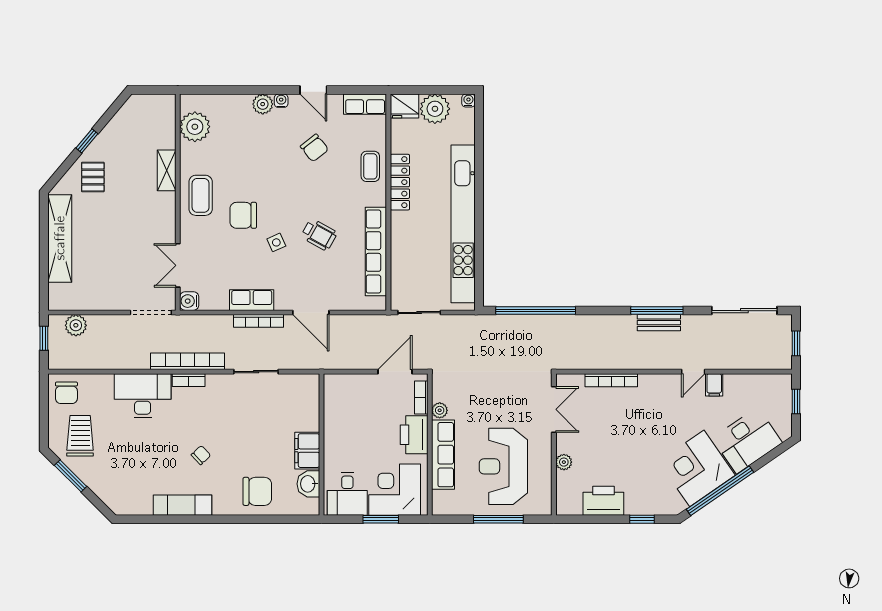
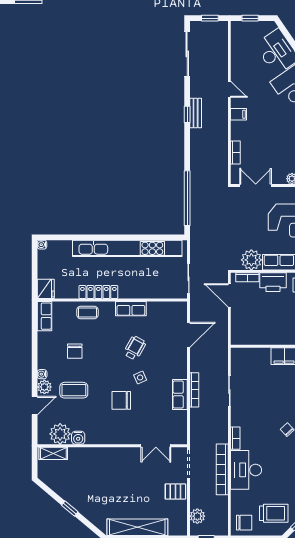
door: (313, 90) -> (35, 406), moved
plant: (435, 109) -> (48, 268), removed
chair: (314, 148) -> (75, 351), turned 128
shelving: (167, 170) -> (53, 453), moved
pallet: (93, 177) -> (175, 492), moved
coffee table: (201, 195) -> (74, 390), moved
chair: (243, 215) -> (121, 400), turned 90
row of seats: (376, 251) -> (131, 309), width x0.50
water cooler: (189, 301) -> (78, 438), moved
window: (657, 311) -> (187, 114), width x0.46
door: (311, 313) -> (189, 335), moved
bookcase: (187, 361) -> (222, 469), moved
bookcase: (611, 380) -> (235, 152), width x0.64
filing cabinet: (714, 385) -> (239, 114), moved
plant: (440, 410) -> (251, 260), width x1.88, depth x1.88
trolley: (80, 436) -> (274, 513), turned 180

